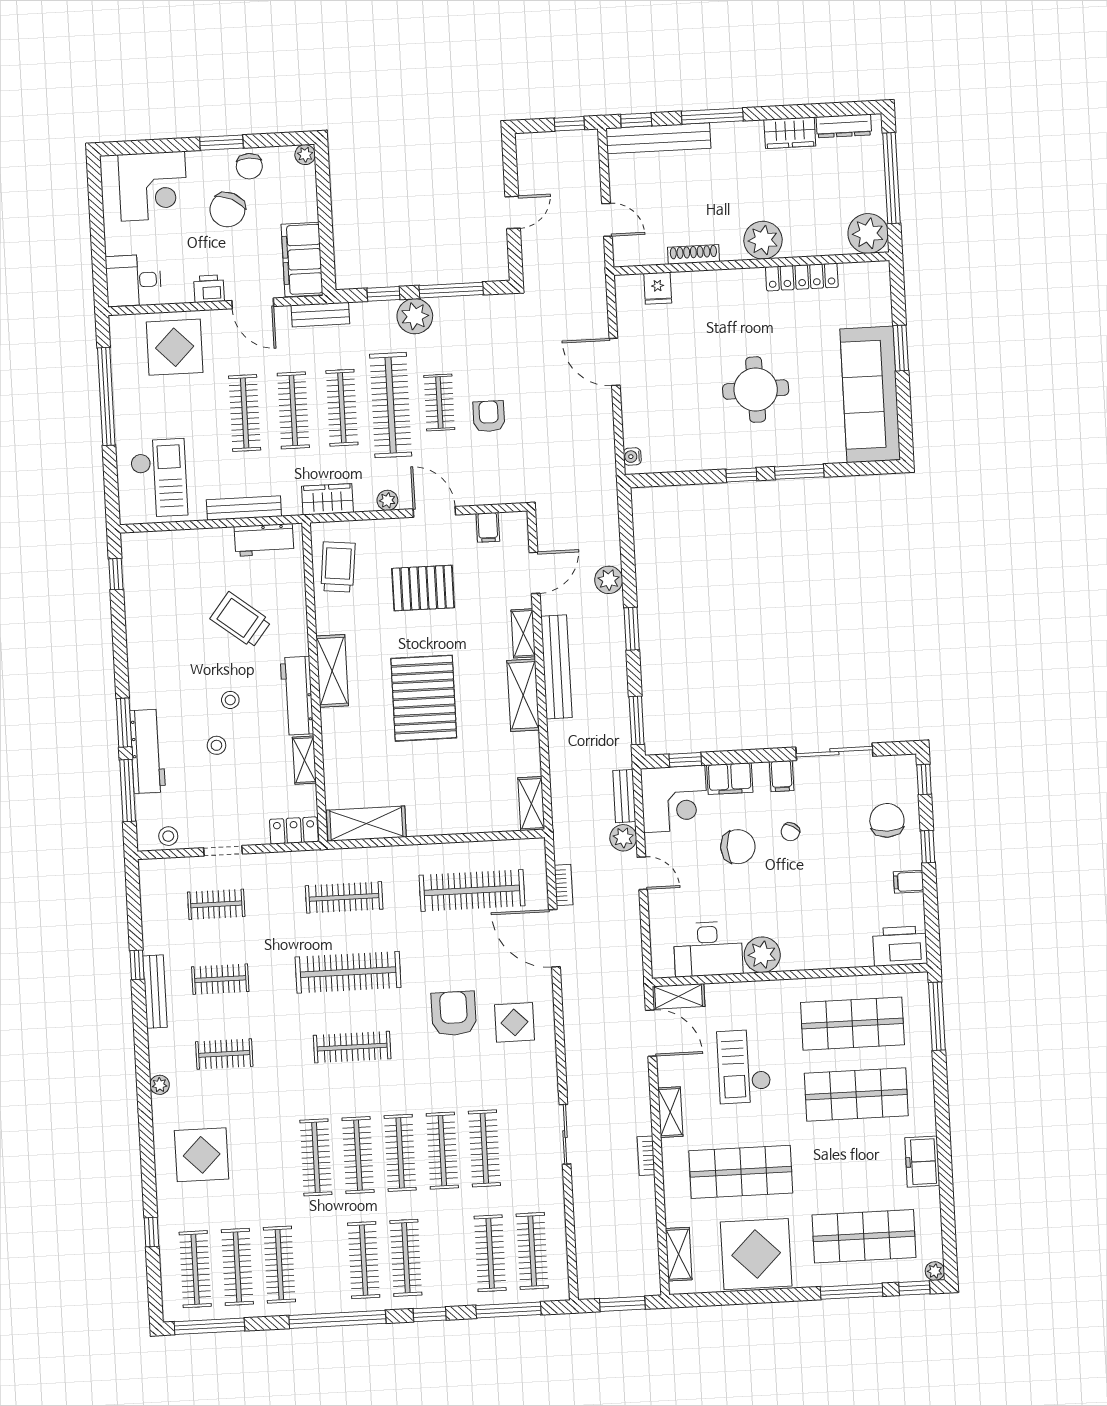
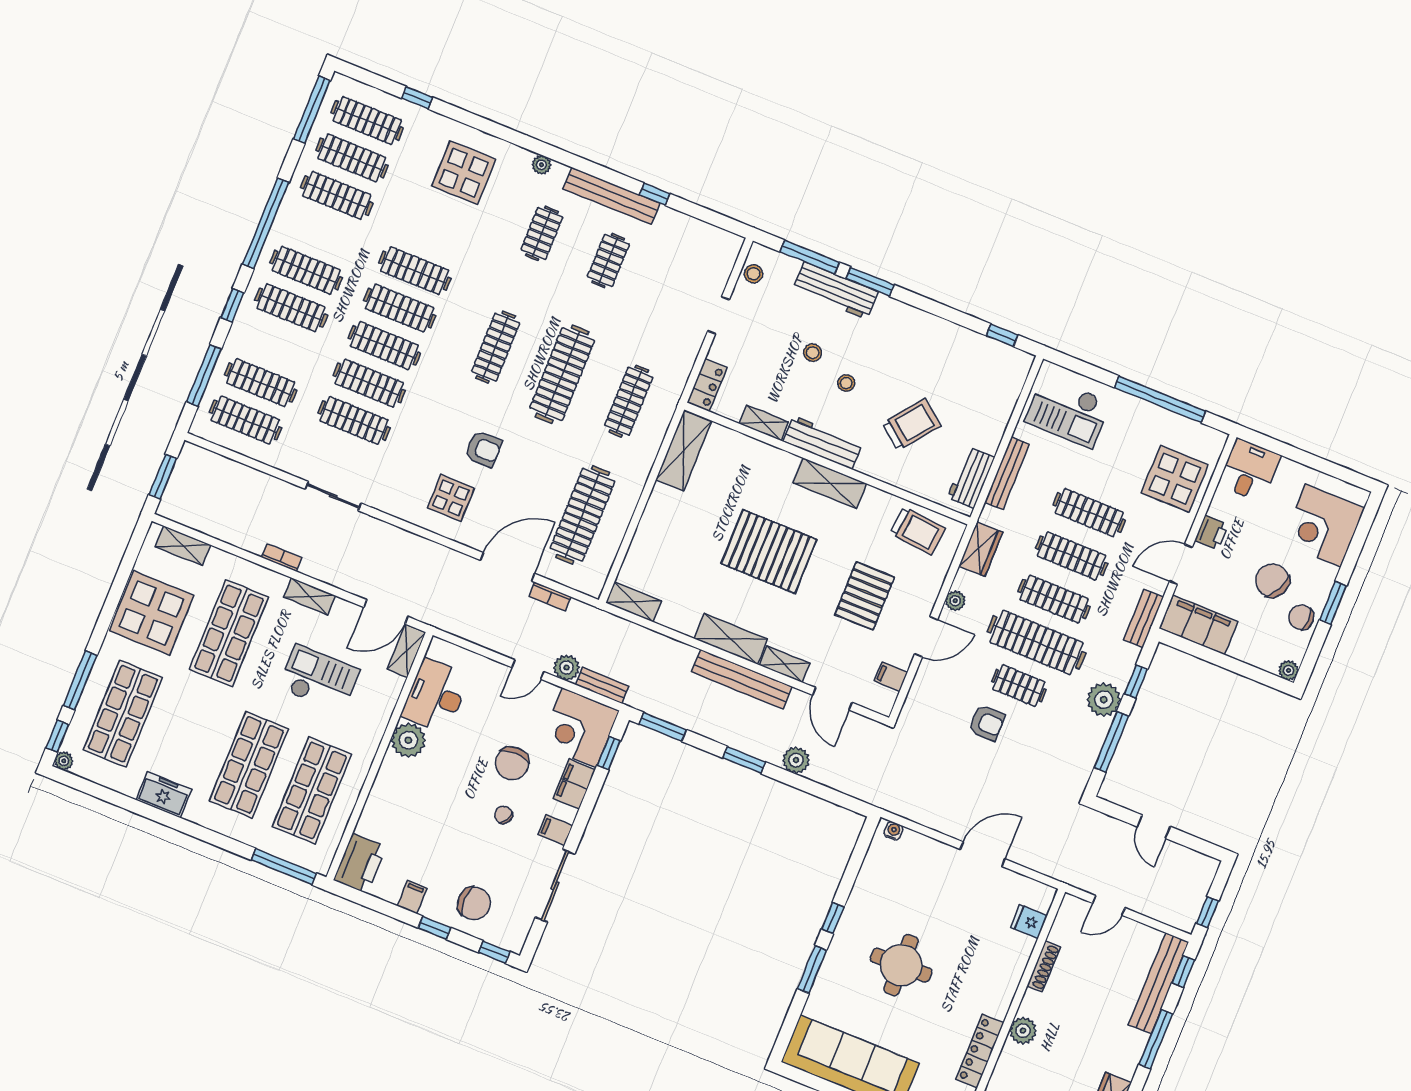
plant: (763, 240) -> (1023, 1031), width x0.73, depth x0.73
clothes rail: (216, 904) -> (675, 288), removed
bench: (155, 992) -> (612, 196), width x1.37, depth x1.21
armchair: (454, 1014) -> (483, 449), width x0.72, depth x0.72

